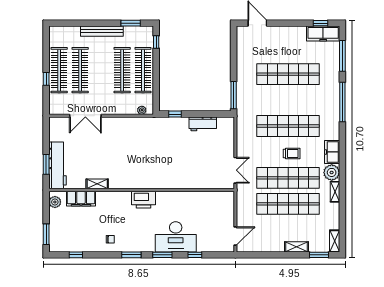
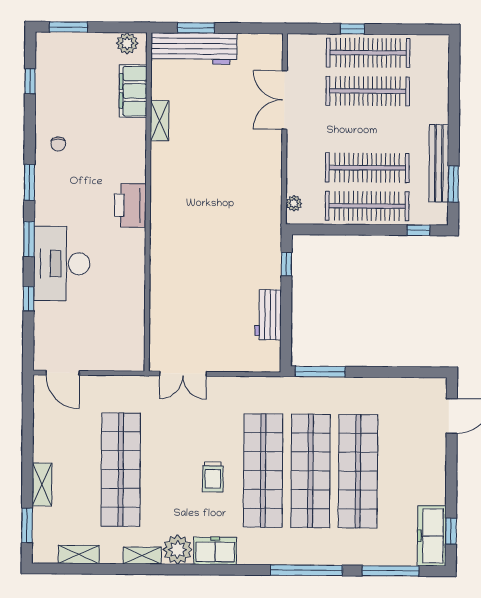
bench: (102, 31) -> (439, 163), moved
shop shelf: (288, 178) -> (311, 471), moved
shelving: (335, 241) -> (79, 554), moved

